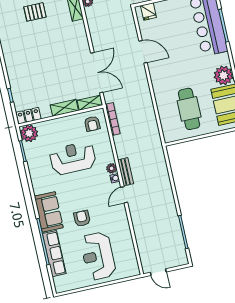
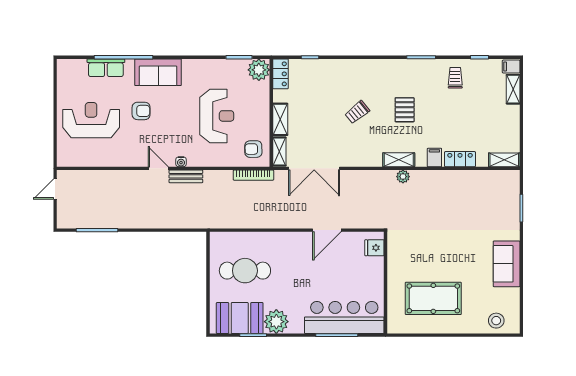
trolley: (45, 49) -> (357, 112), added
plant: (112, 168) -> (194, 160), removed
row of seats: (54, 254) -> (106, 68), width x0.68

